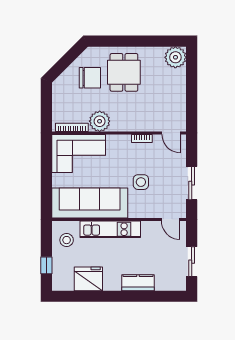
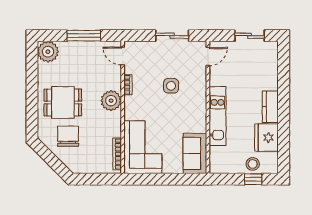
window: (192, 94) -> (84, 36), added
plant: (100, 121) -> (111, 101), moved
door: (171, 133) -> (123, 56), swing flipped
sofa: (90, 203) -> (195, 154), width x0.54, depth x0.79
stool: (67, 240) -> (253, 164), moved
kitchen counter: (138, 283) -> (270, 107), moved

